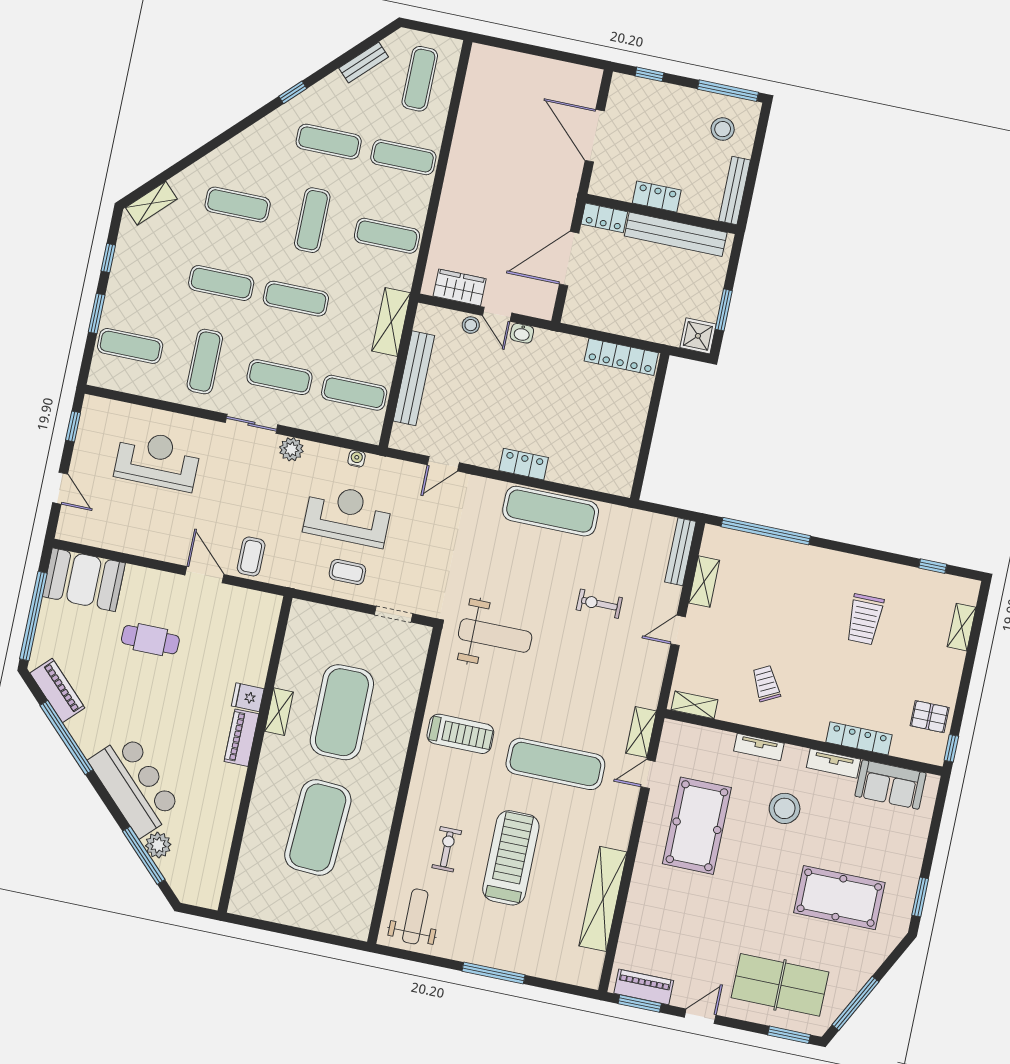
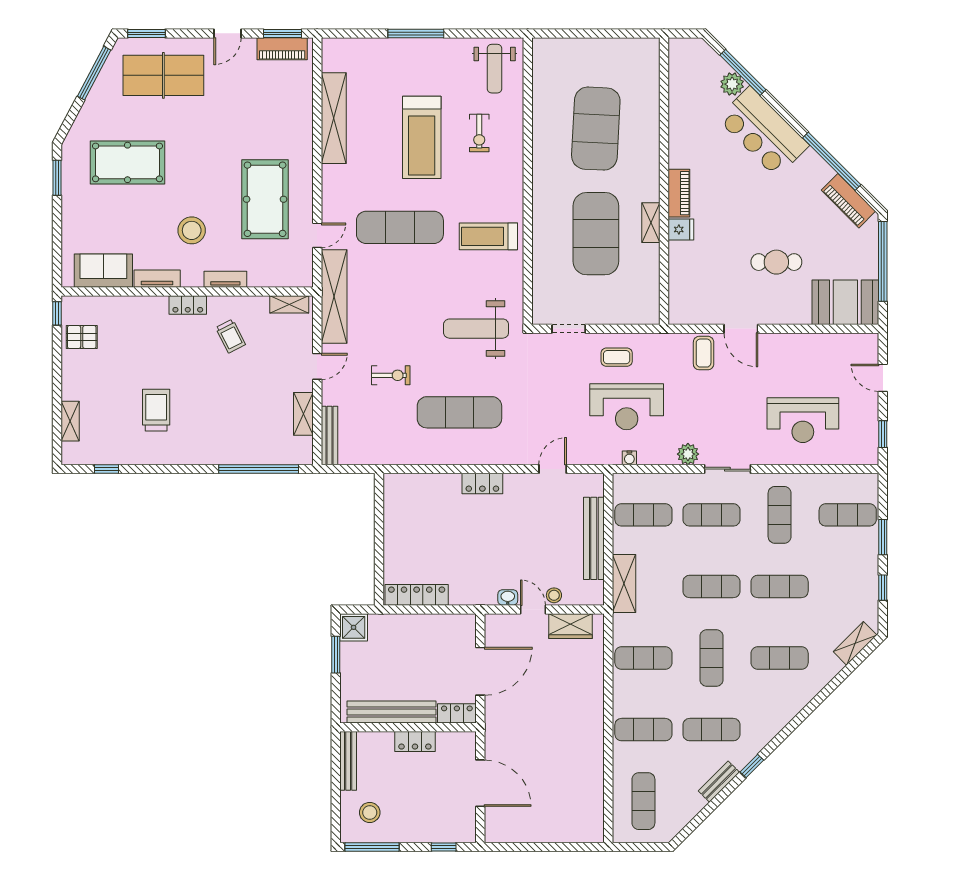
bench: (364, 62) -> (719, 782), moved
exercise mat: (551, 511) -> (459, 412), moved
shelving: (641, 732) -> (334, 296), width x2.20, depth x1.33
locker: (859, 738) -> (188, 305), moved, width x0.66

